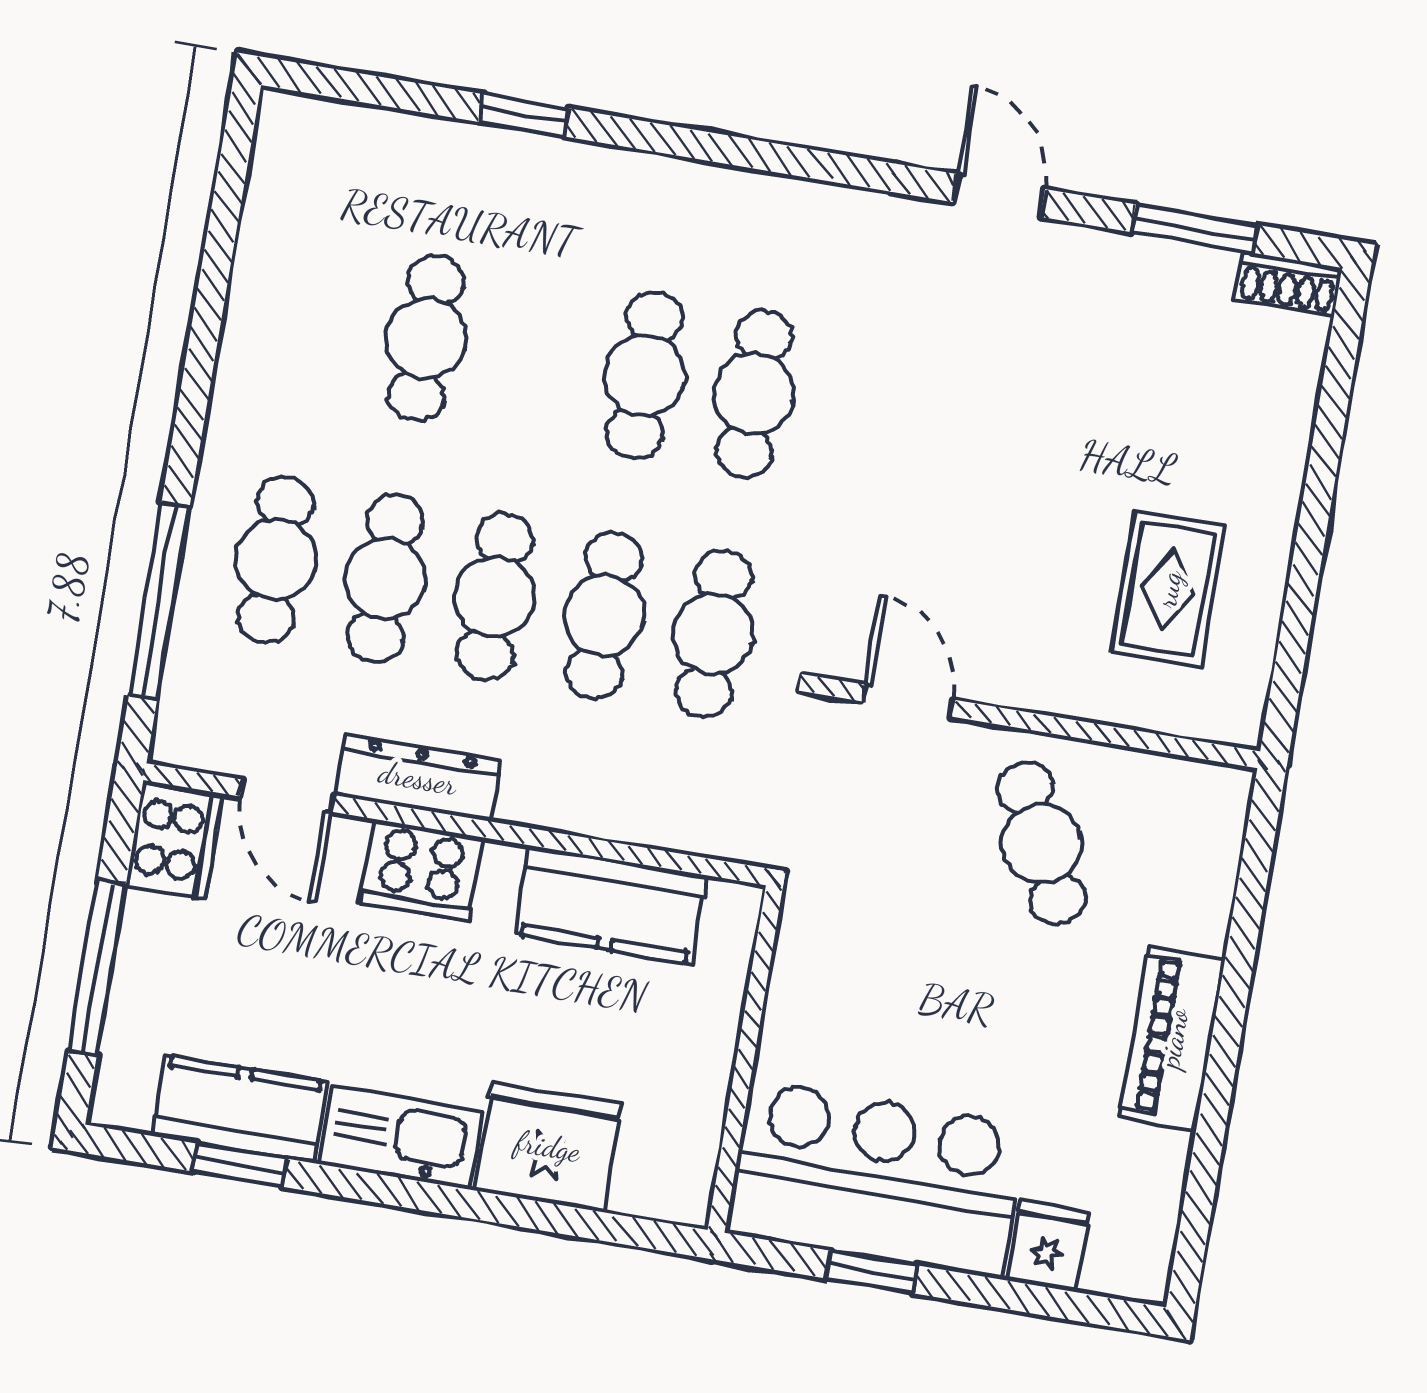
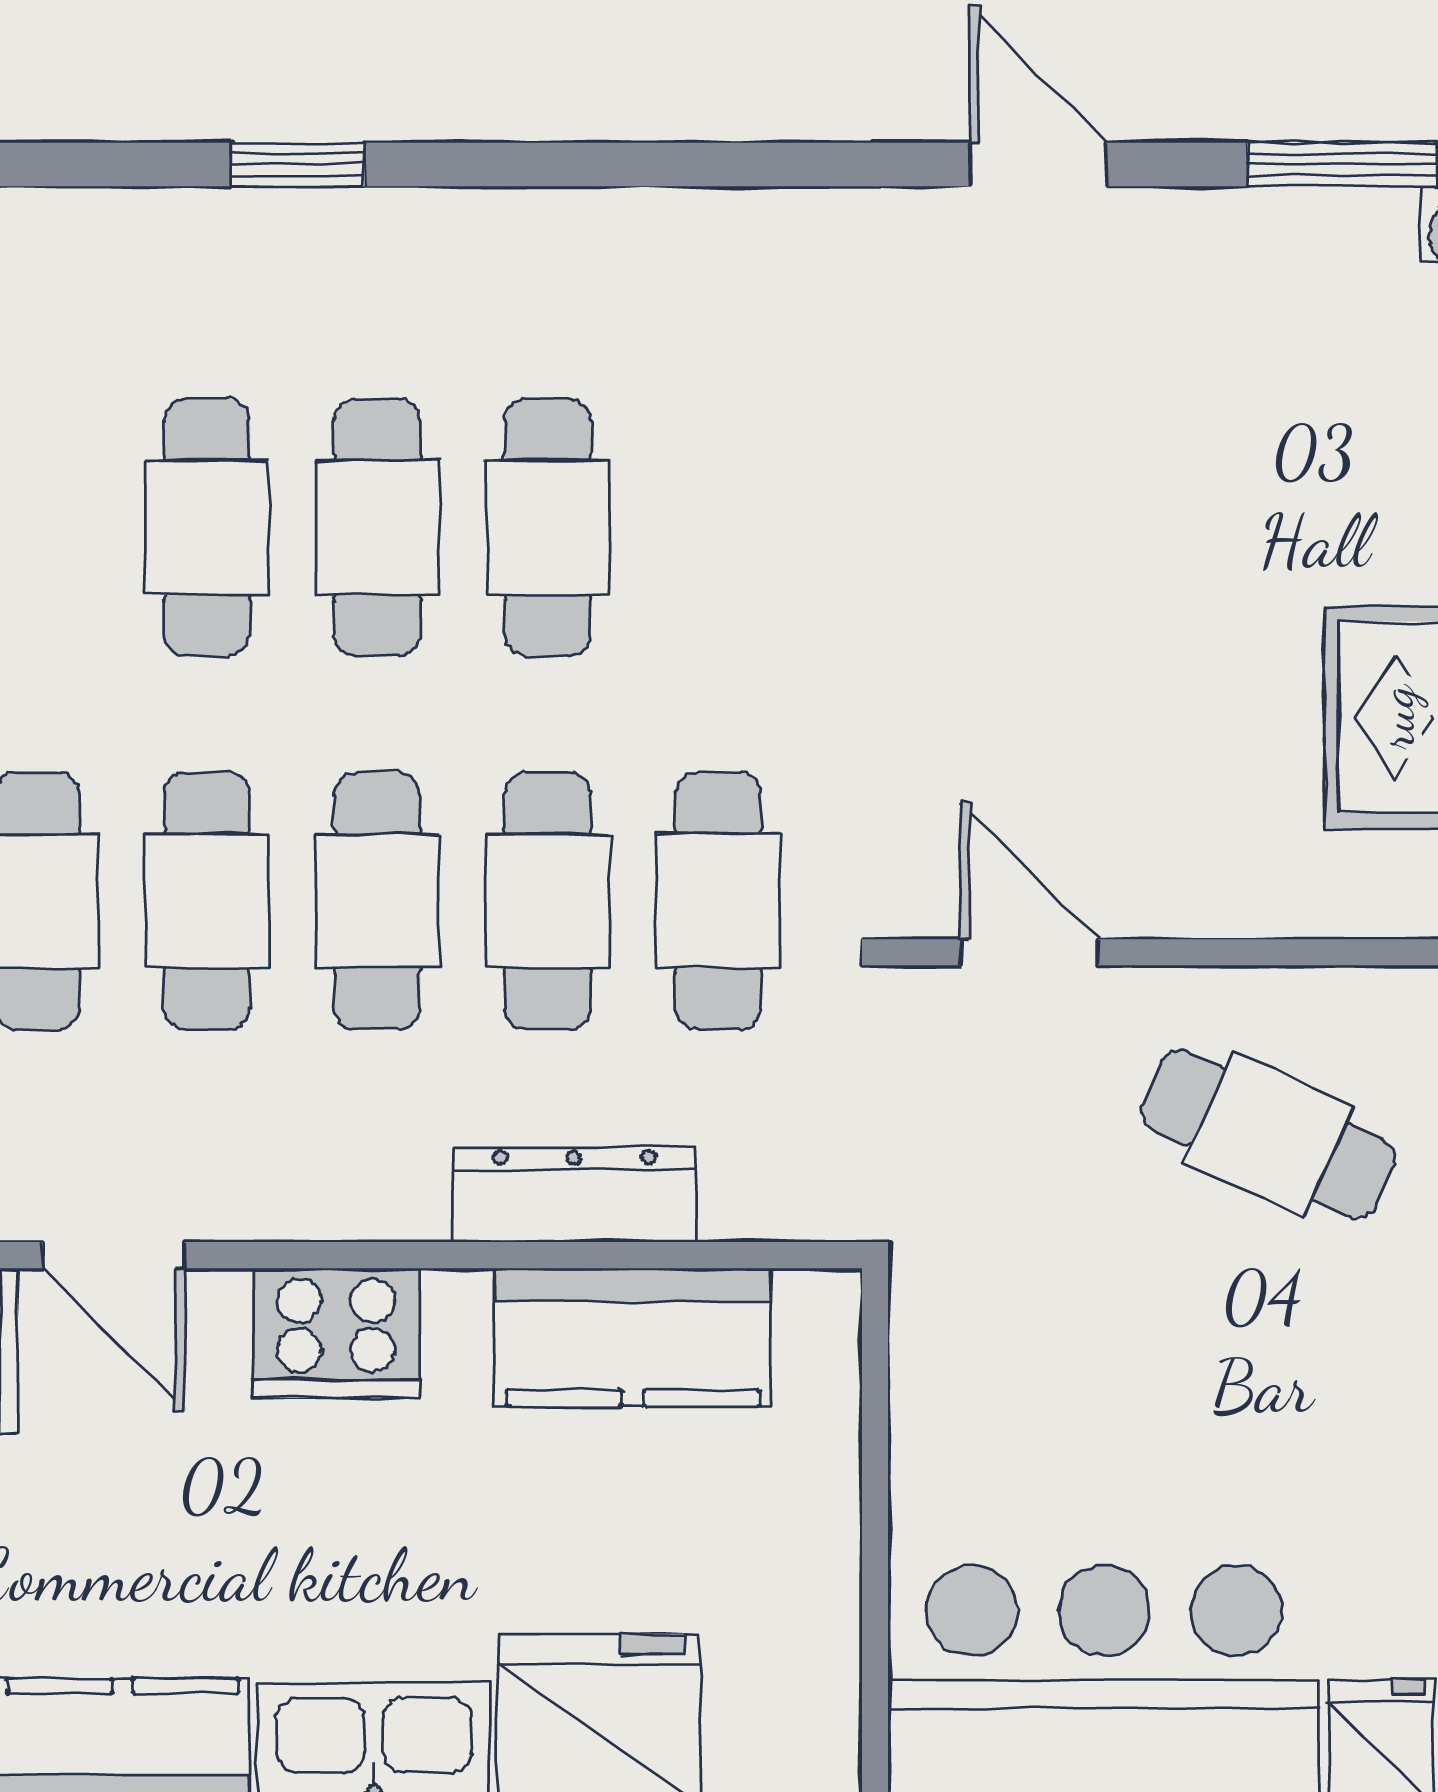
cafe table: (754, 394) -> (377, 527), moved
dresser: (418, 778) -> (574, 1195), moved
cafe table: (1041, 843) -> (1268, 1134), turned -40

